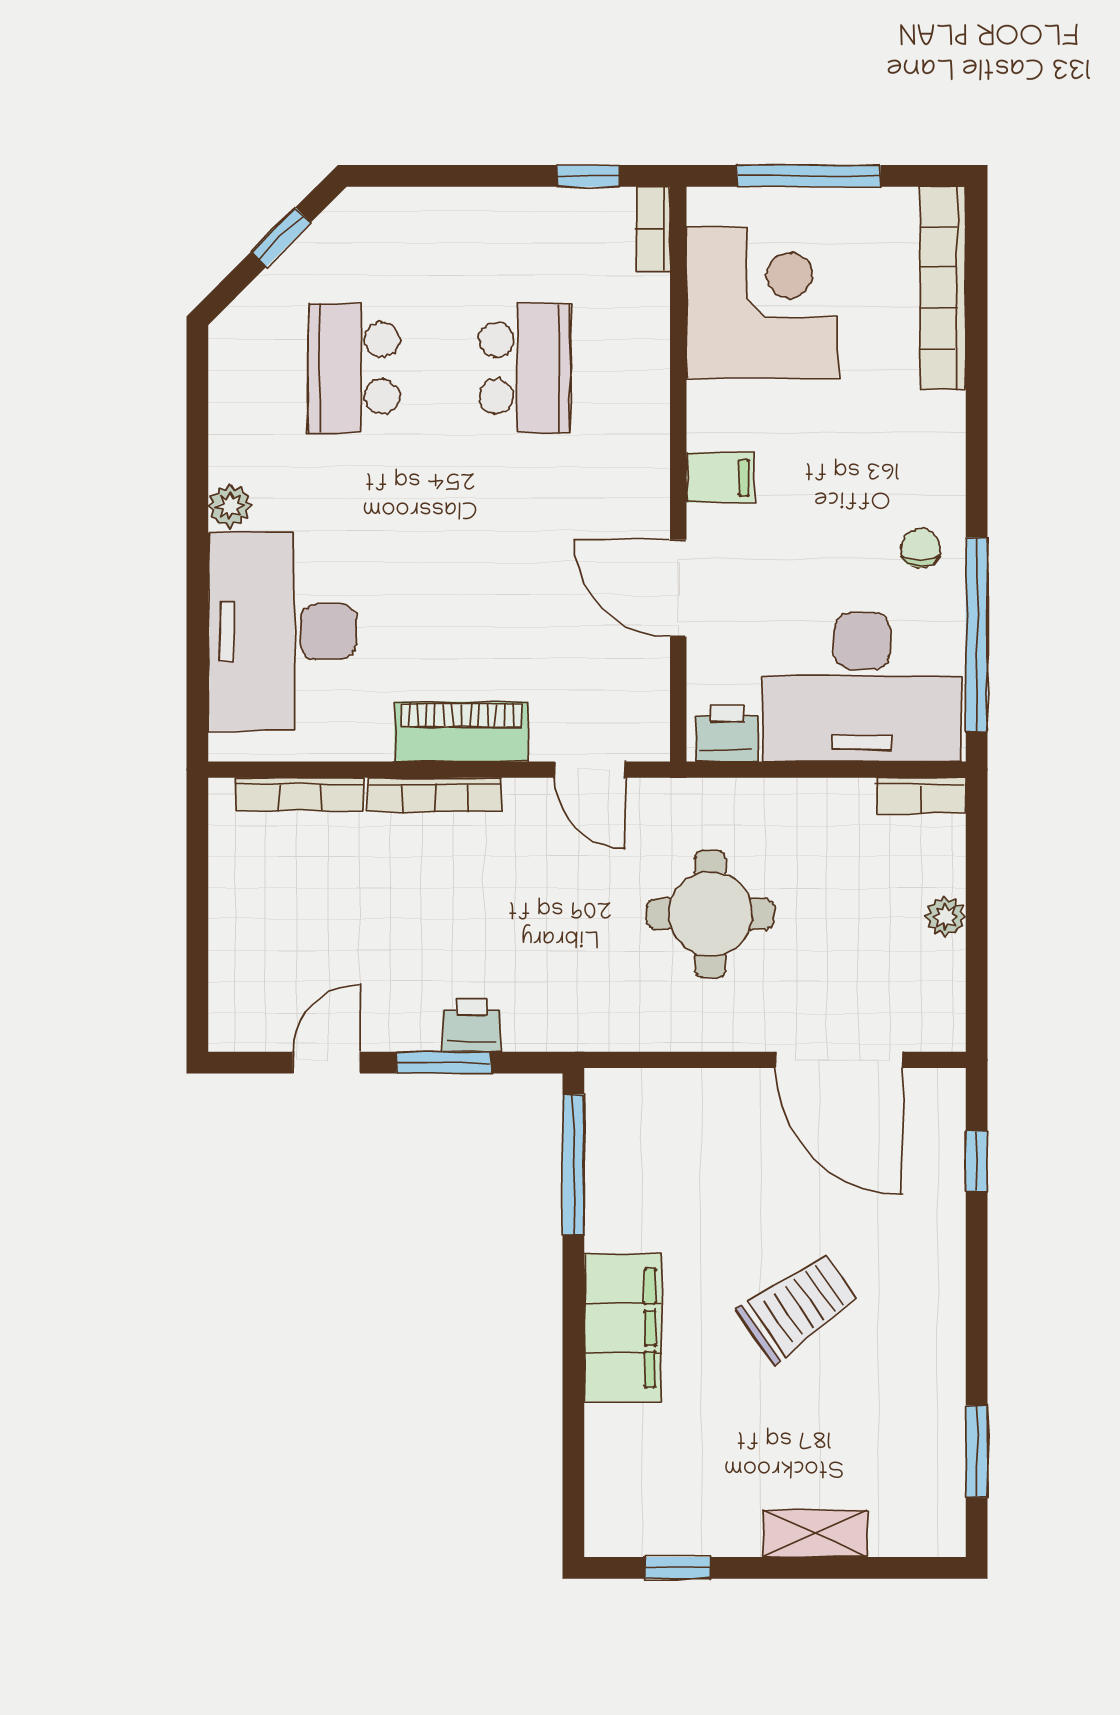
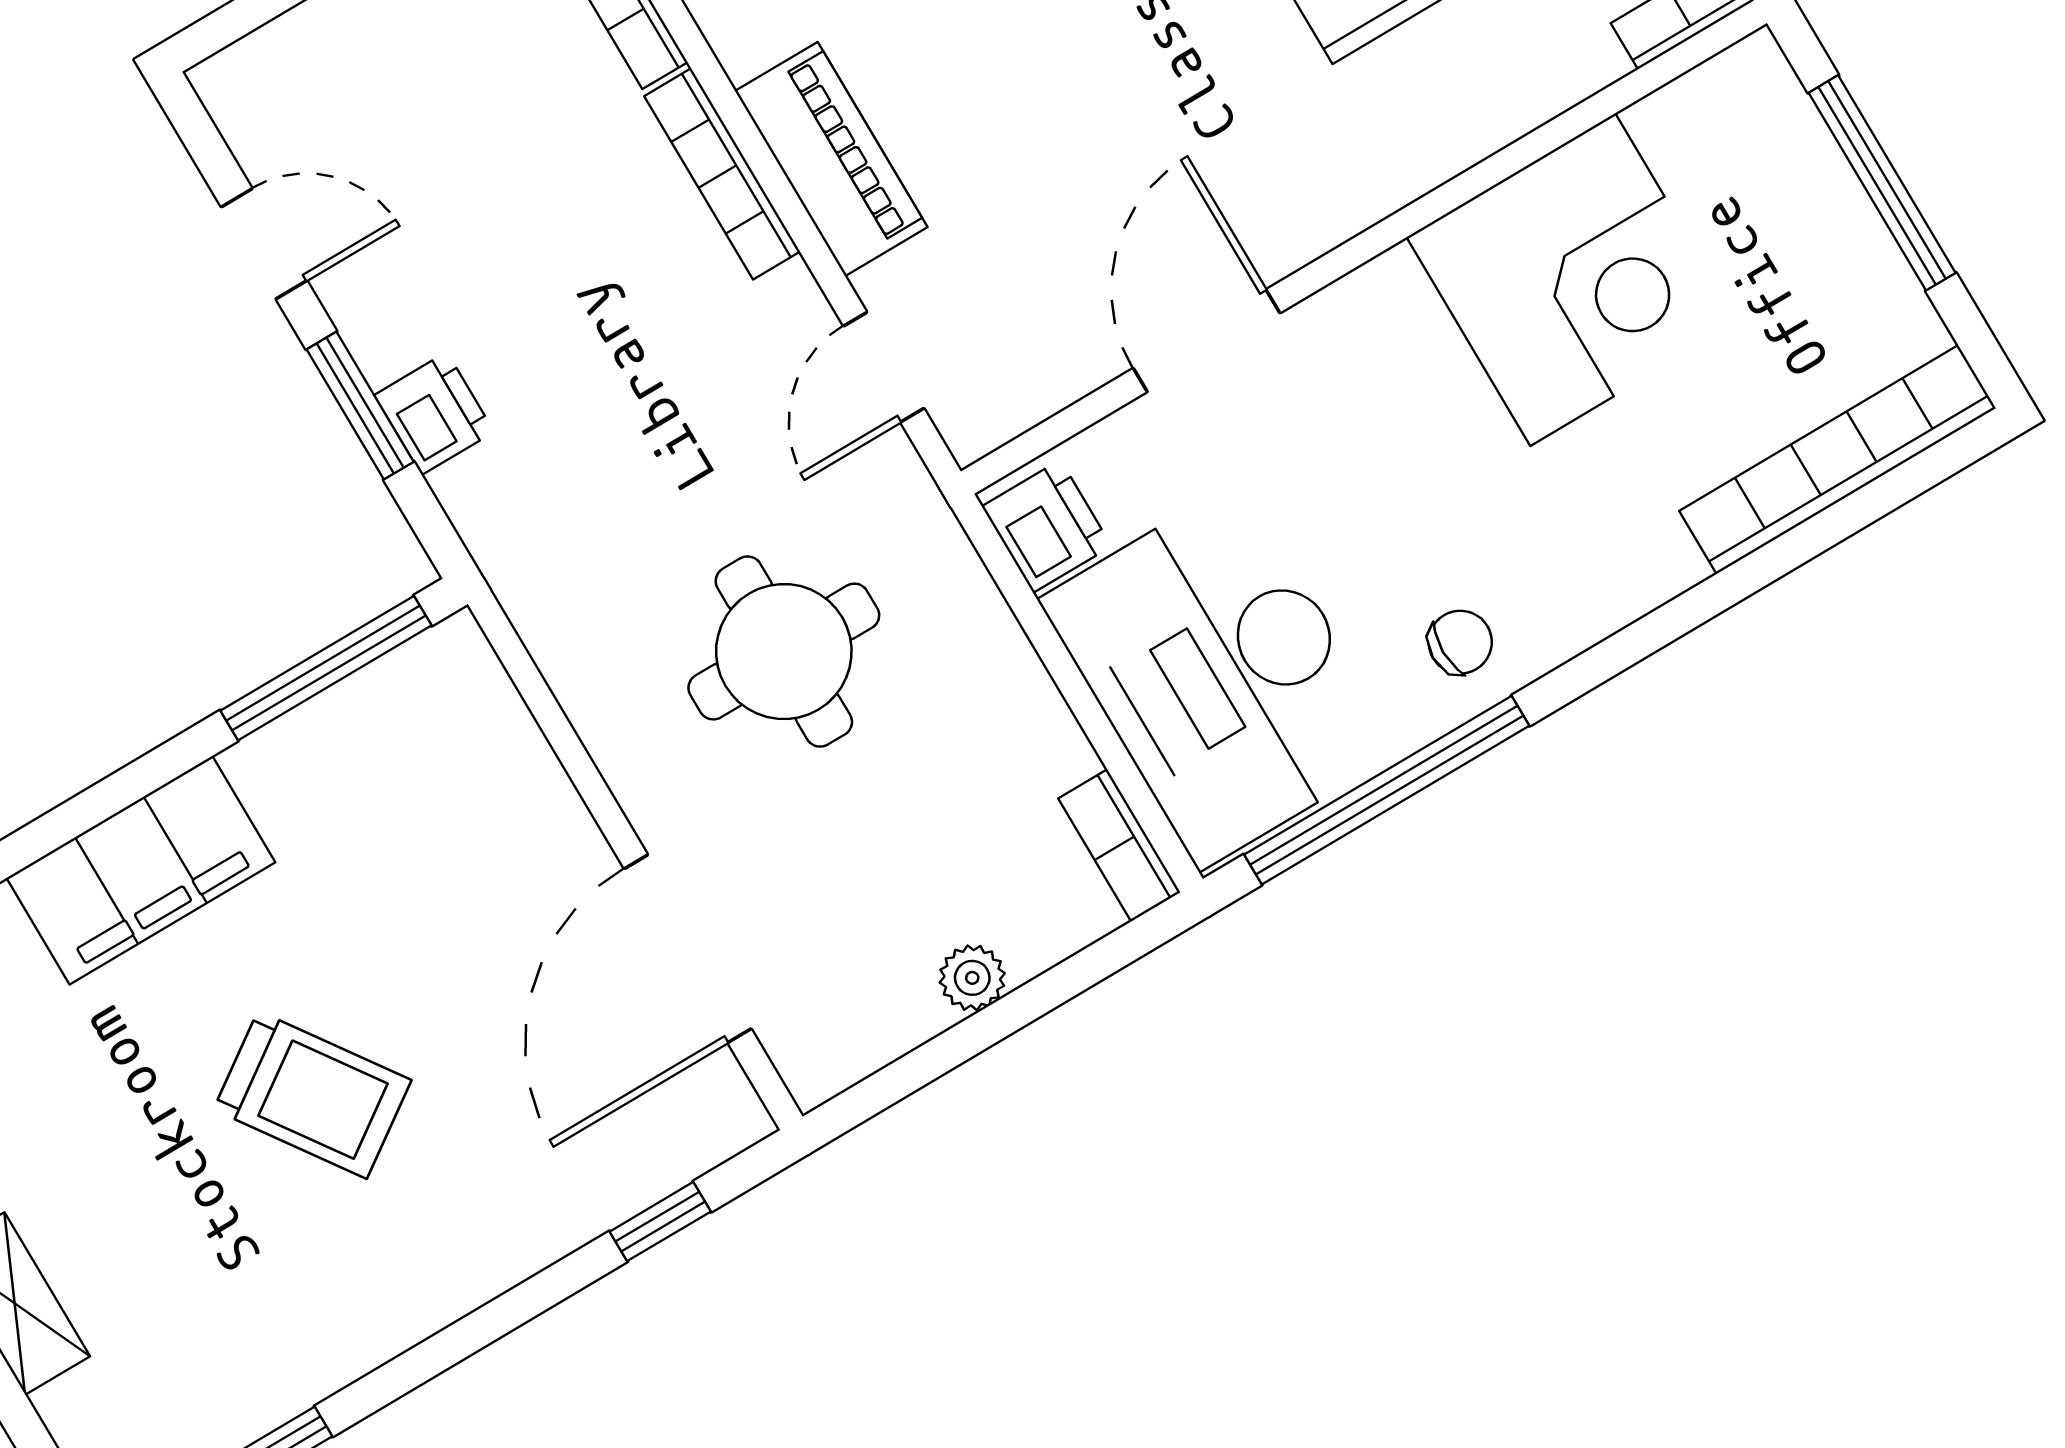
corner desk: (762, 303) -> (1573, 280), moved
filing cabinet: (720, 478) -> (1393, 308), removed

